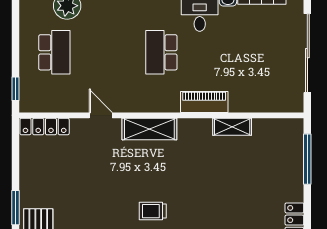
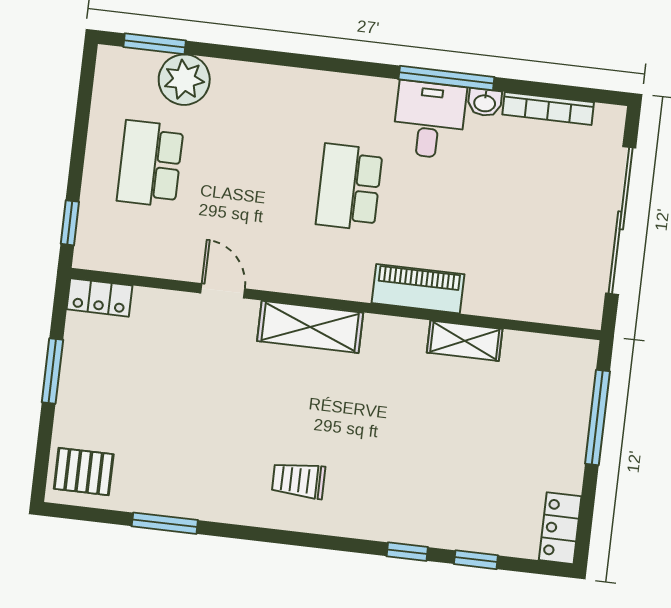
school desk: (54, 52) -> (150, 164), turned 180
locker: (45, 126) -> (99, 297), width x0.66
window: (15, 208) -> (52, 371), moved

